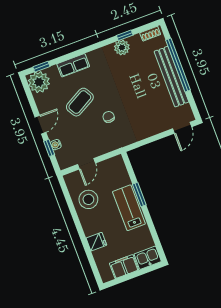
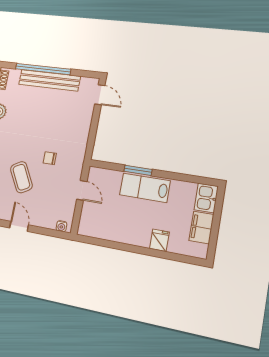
water cooler: (56, 145) -> (61, 226), moved
window: (49, 148) -> (44, 231), removed
door: (86, 164) -> (82, 190), moved
stool: (88, 199) -> (113, 223), removed

